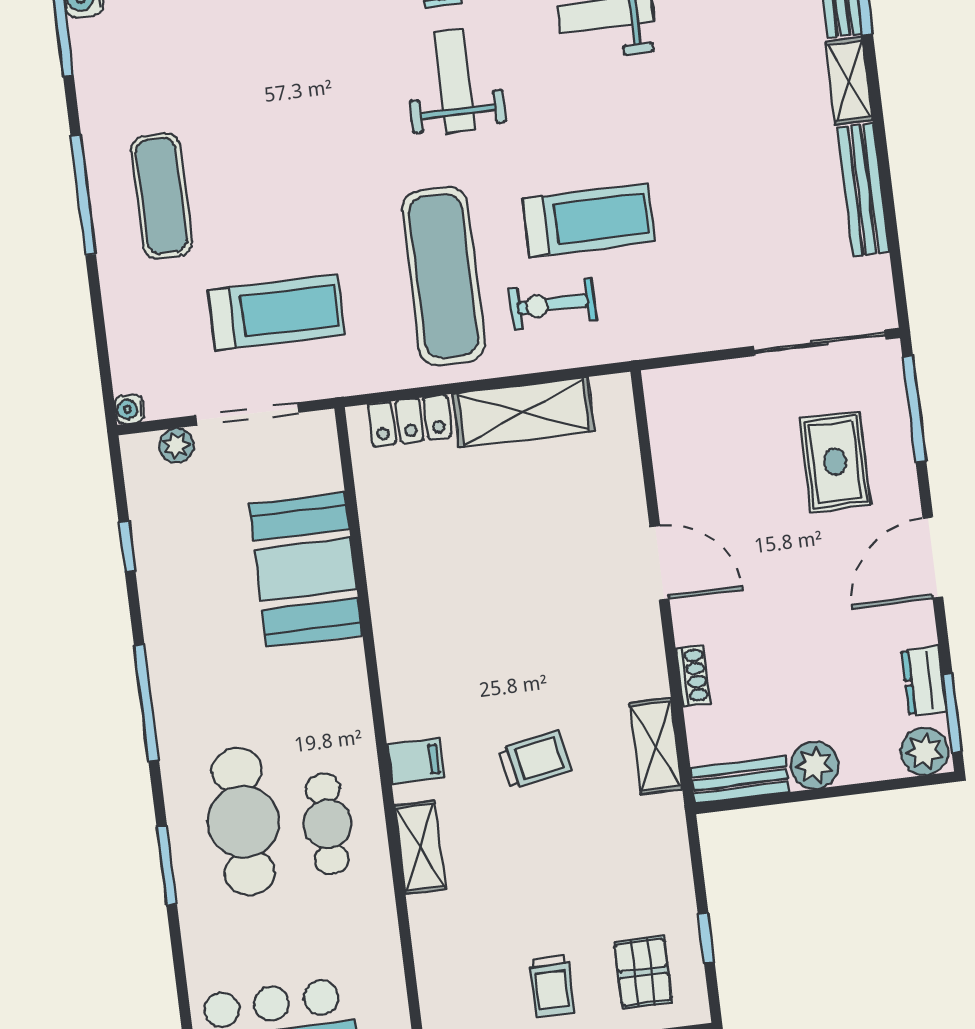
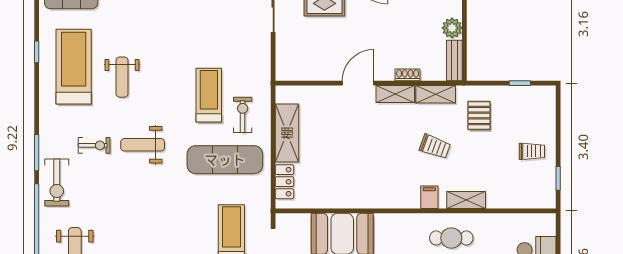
exercise bike: (553, 304) -> (243, 115), turned 180
shelving: (645, 652) -> (395, 94), added
trolley: (535, 760) -> (435, 147), turned 121
pallet: (643, 972) -> (479, 116), moved, turned 90

